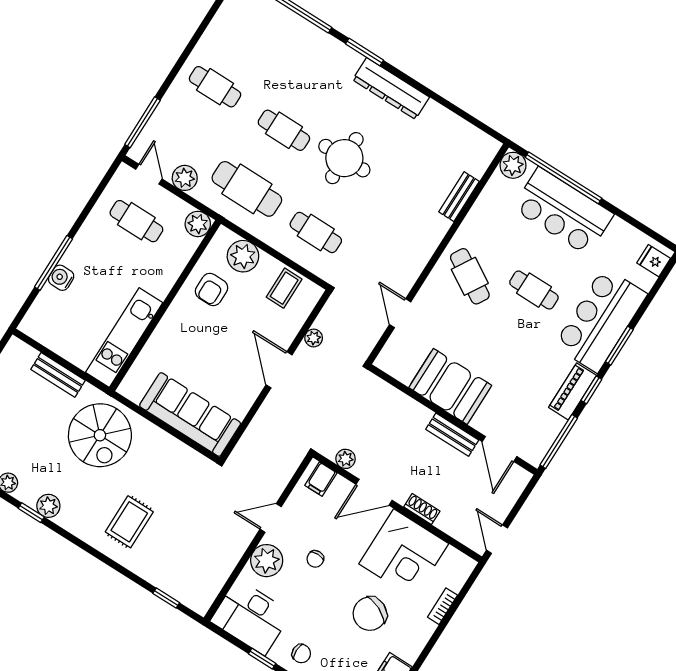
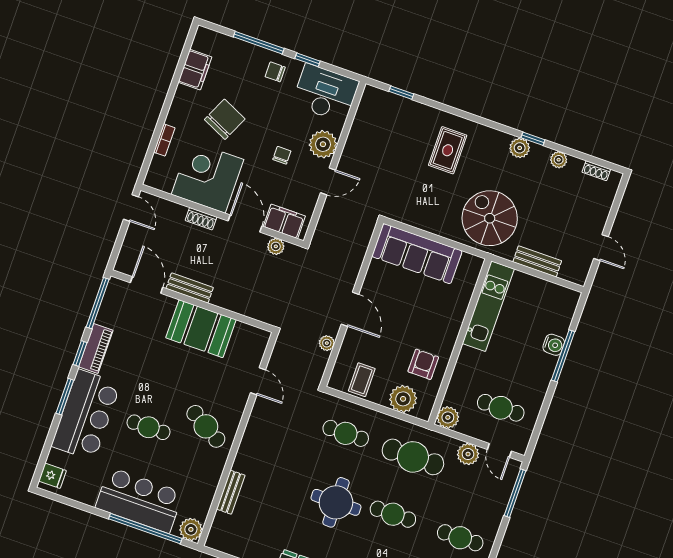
filing cabinet: (321, 479) -> (284, 221), width x2.00
door: (374, 492) -> (245, 224), hinge flipped

